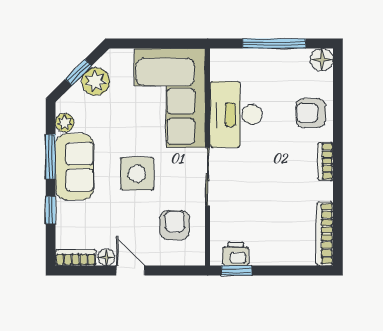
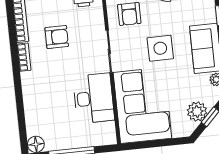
armchair: (311, 113) -> (57, 37), moved
bookcase: (325, 161) -> (24, 57), moved

